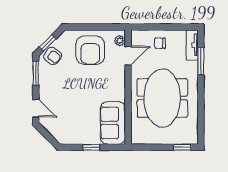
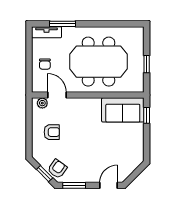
armchair: (90, 50) -> (52, 132), width x0.53, depth x0.53
window: (91, 147) -> (147, 115), moved
window: (182, 147) -> (147, 64), moved

